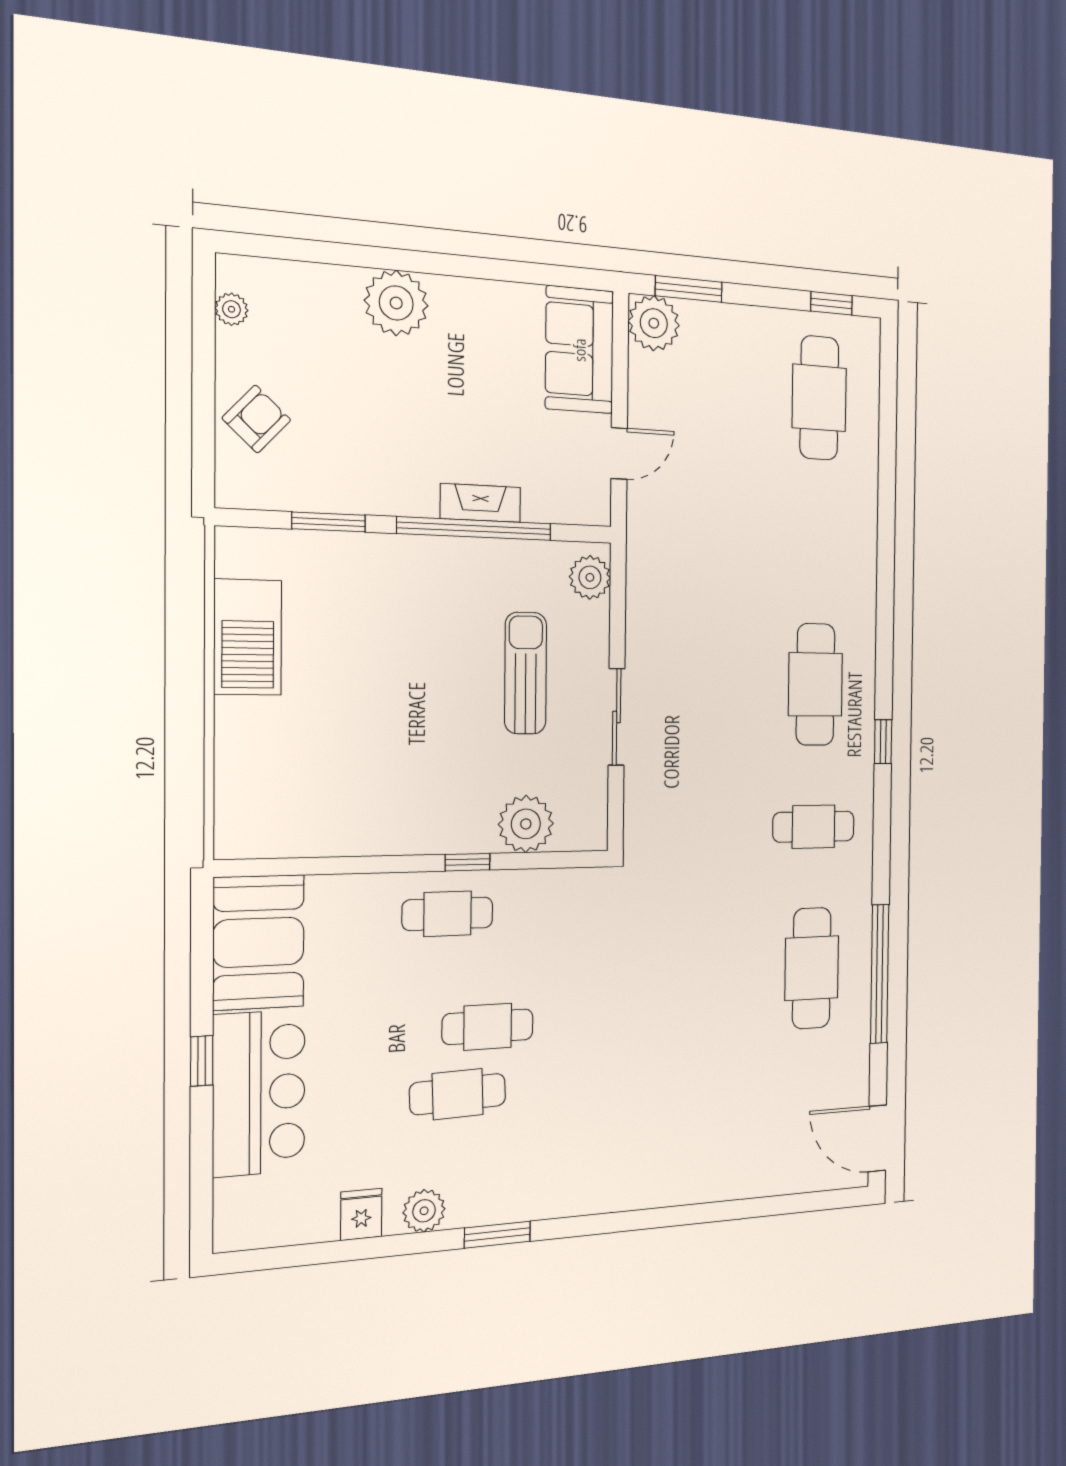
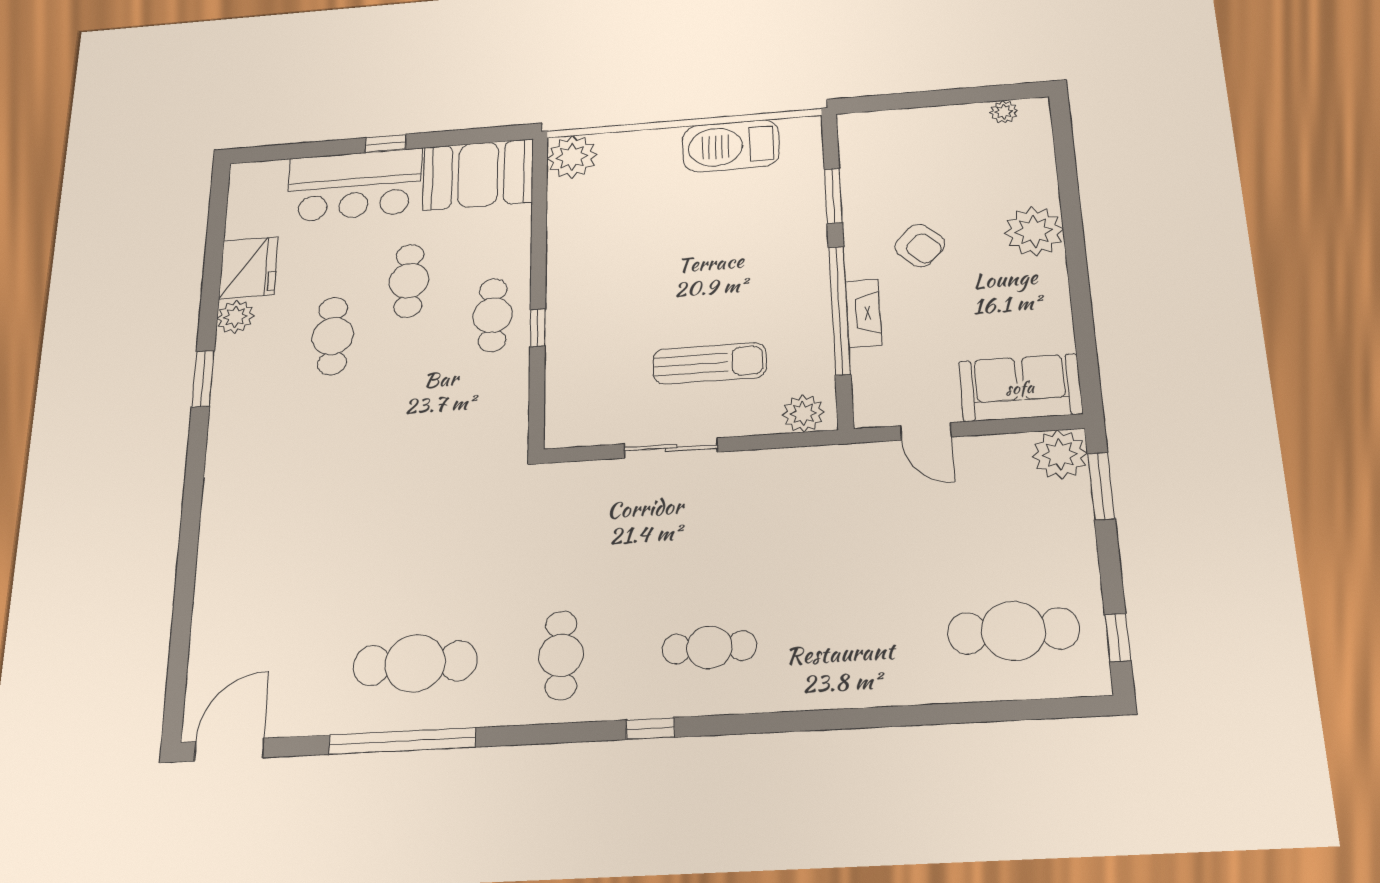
armchair: (256, 419) -> (920, 246), moved
cafe table: (815, 684) -> (709, 647), width x0.73, depth x0.74
plant: (526, 824) -> (572, 157), moved
cafe table: (488, 1027) -> (409, 281), moved
fridge: (361, 1214) -> (248, 268), width x1.88, depth x1.34

